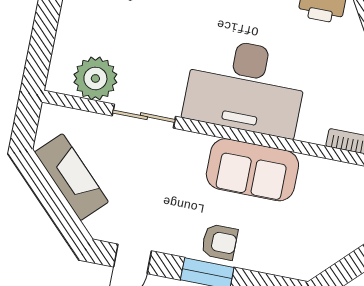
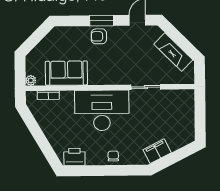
plant: (95, 78) -> (172, 100), removed
sofa: (252, 170) -> (66, 73), moved

